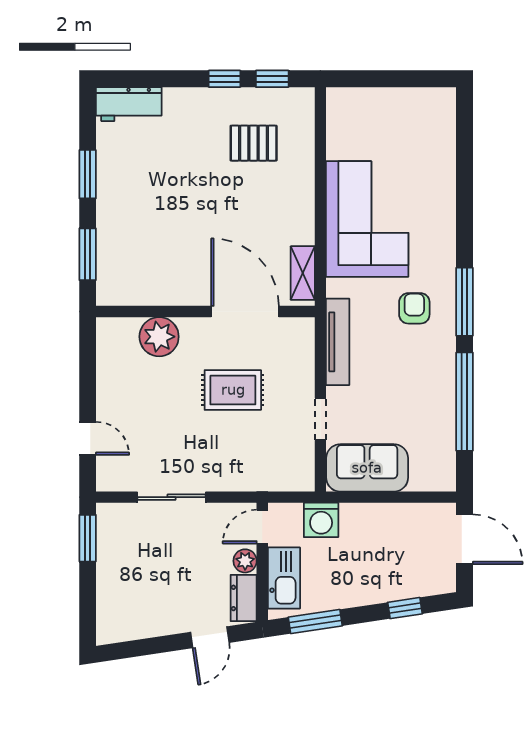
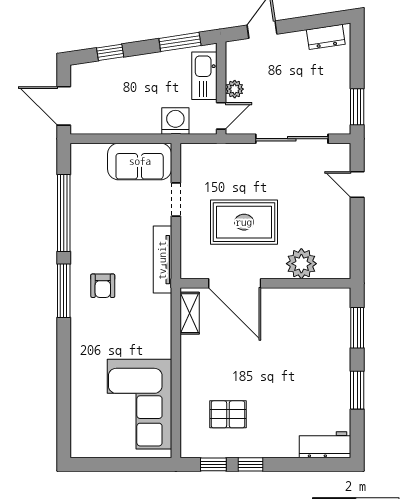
corner sofa: (367, 219) -> (139, 404), moved
rug: (233, 390) -> (244, 222), width x1.36, depth x1.43
sliding door: (172, 497) -> (292, 139), width x1.37
dresser: (244, 598) -> (326, 37), moved, turned 81

